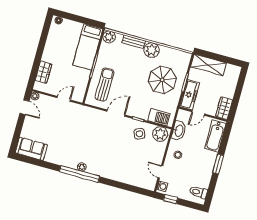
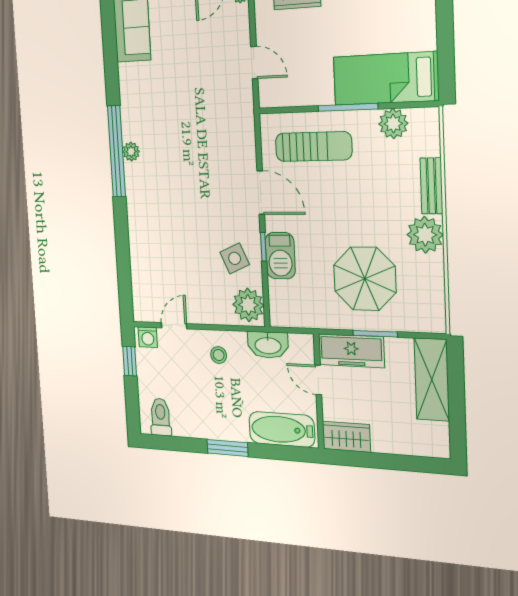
plant: (109, 37) -> (393, 124), moved
barbecue: (159, 117) -> (280, 256), moved

